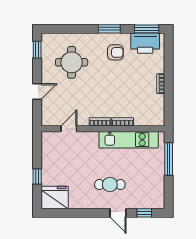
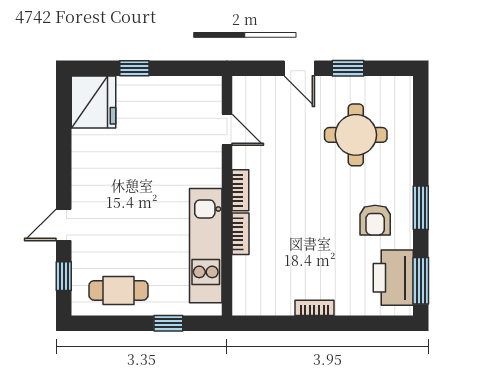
window: (37, 50) -> (348, 68), moved
window: (169, 159) -> (168, 323), width x0.46
cafe table: (110, 185) -> (119, 290), moved, turned 90

